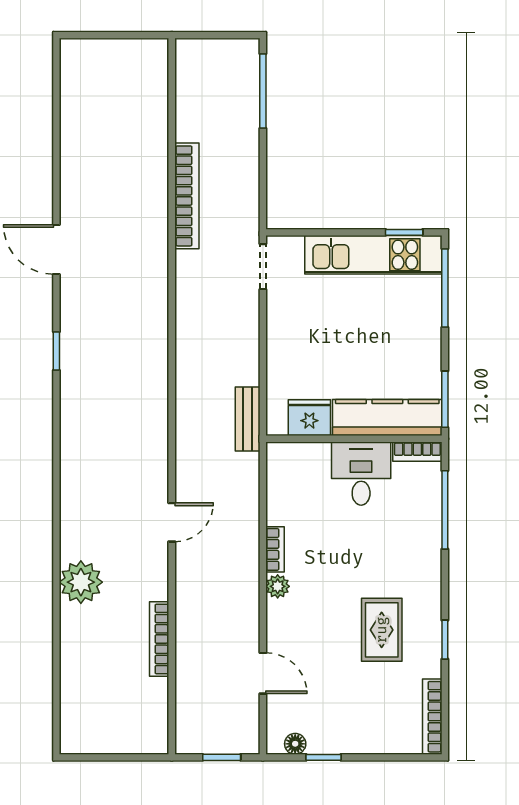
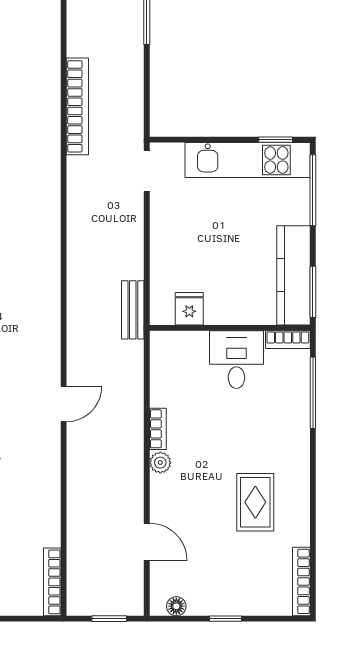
fridge: (309, 418) -> (189, 309), width x0.72
kitchen counter: (387, 418) -> (294, 275), moved, turned -90
bookcase: (159, 639) -> (52, 582), moved
window: (445, 640) -> (313, 511), removed
window: (323, 757) -> (225, 619), moved

